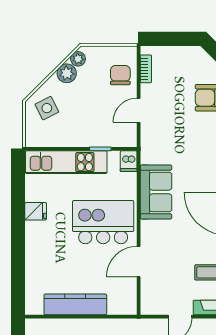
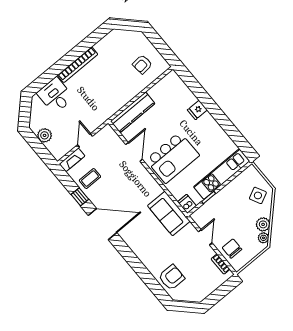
chair: (120, 75) -> (232, 249), turned 180
sofa: (156, 192) -> (169, 213), moved
fridge: (36, 211) -> (197, 110), moved
kitchen counter: (75, 304) -> (133, 112), moved

